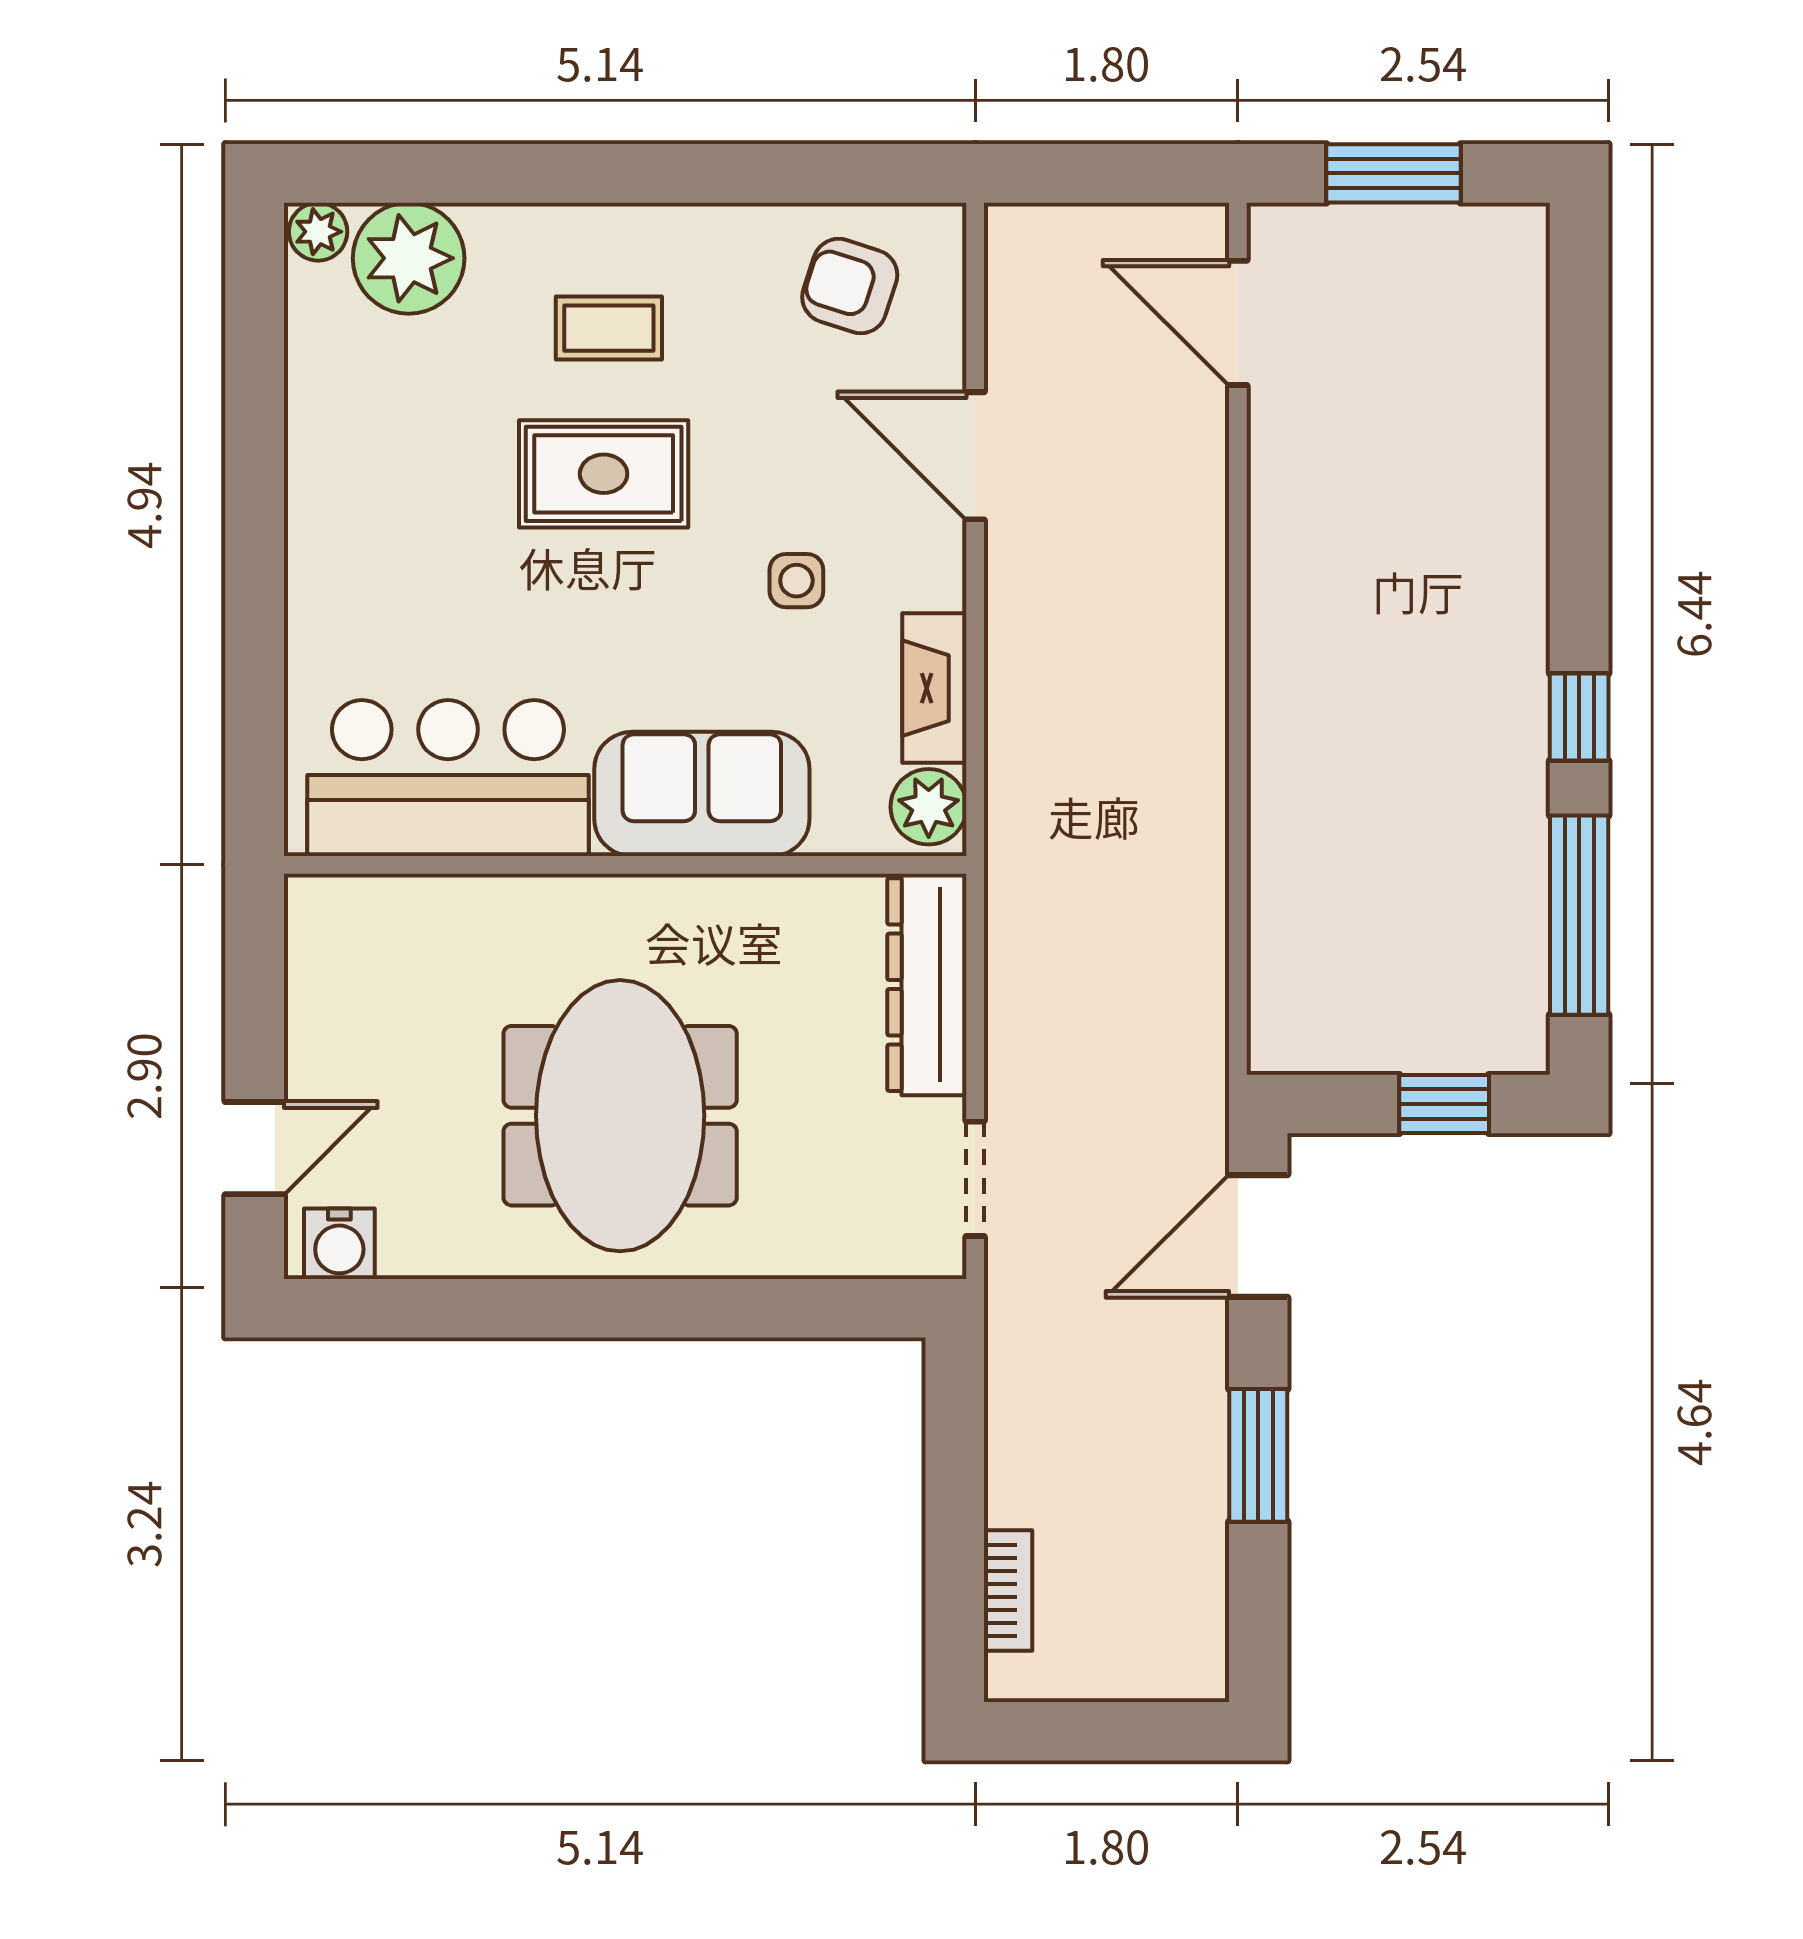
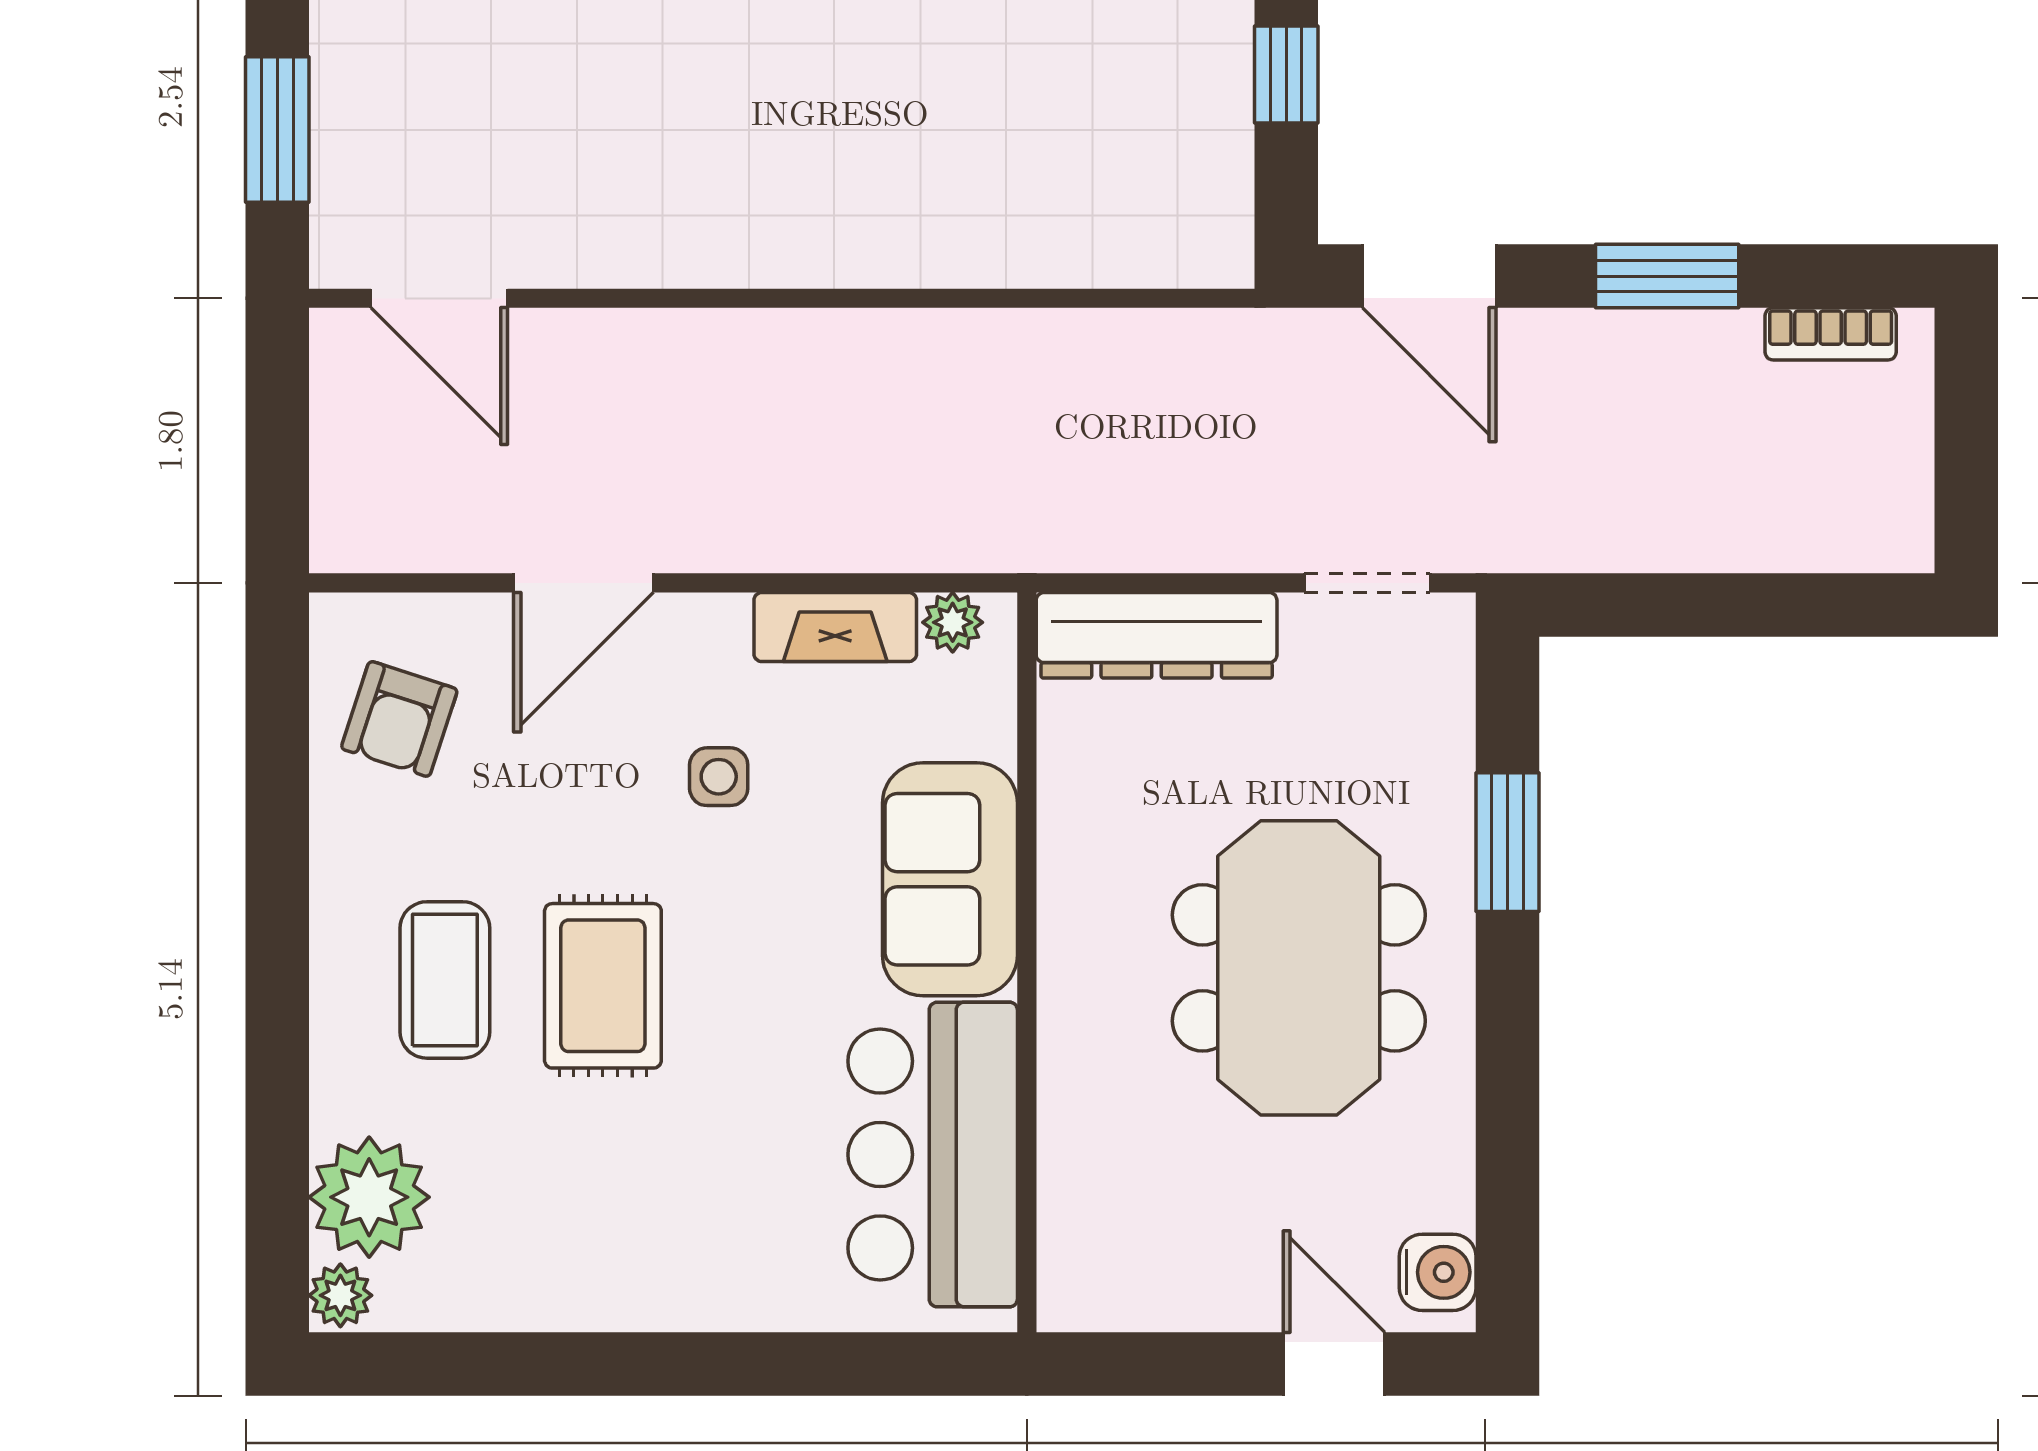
door: (1238, 323) -> (439, 298), hinge flipped
coffee table: (609, 328) -> (445, 980), width x1.36, depth x1.30
plant: (929, 807) -> (953, 622), width x0.73, depth x0.73
meeting table: (620, 1116) -> (1299, 968), turned 90
window: (736, 1308) -> (1508, 842), added
bookcase: (1008, 1590) -> (1831, 334), moved, turned 180

